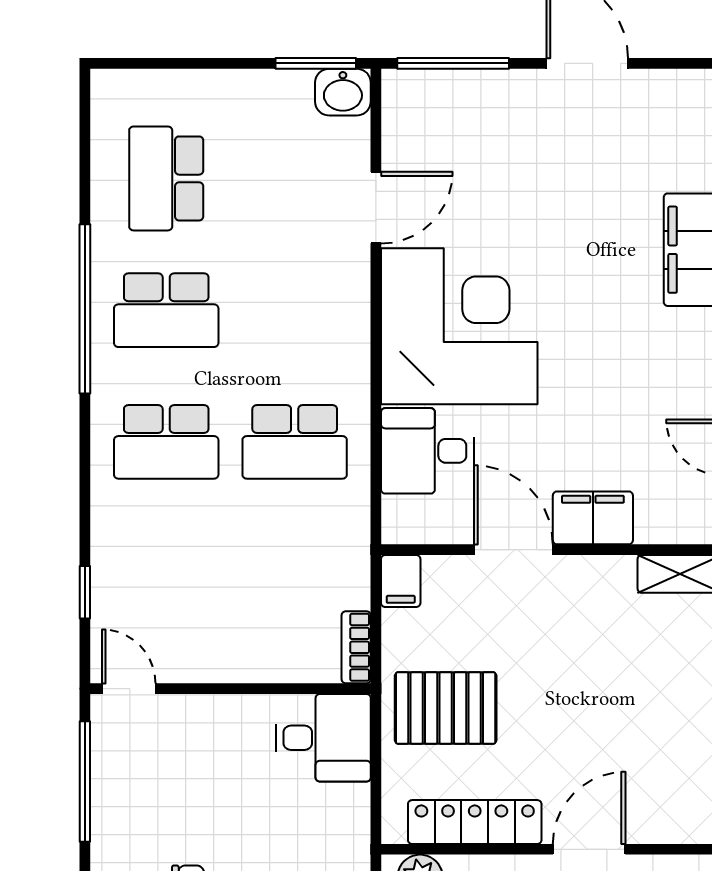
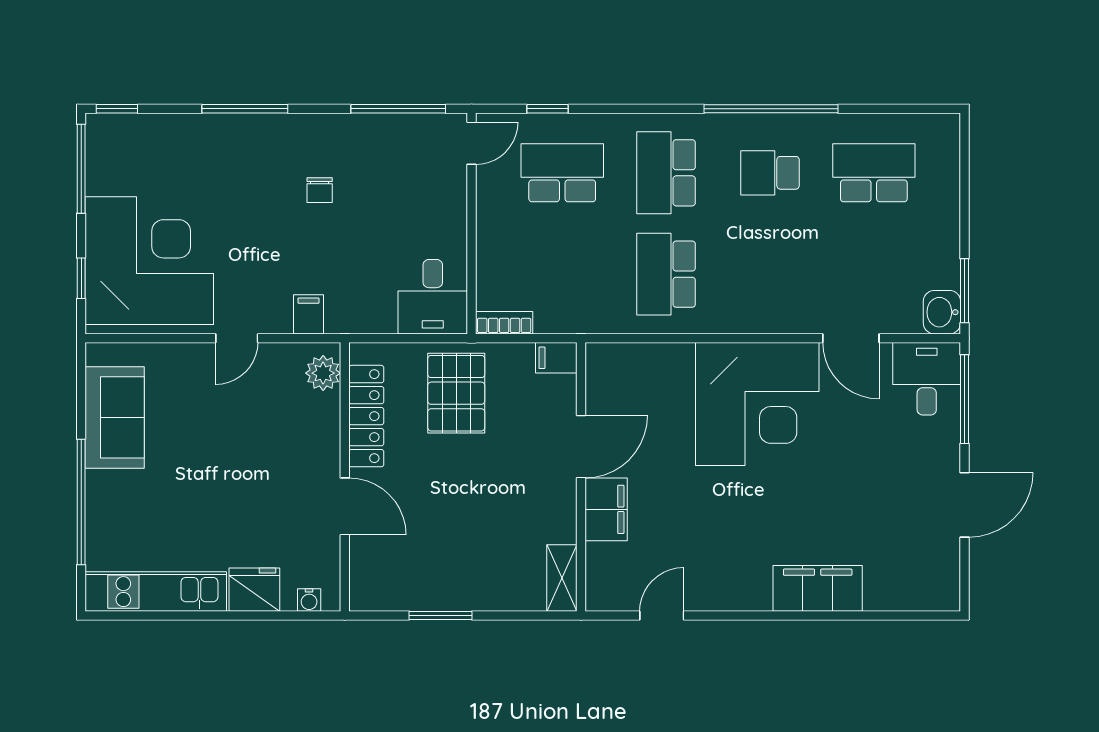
school desk: (166, 310) -> (770, 173), width x0.54
desk: (427, 451) -> (927, 379), moved
school desk: (166, 574) -> (562, 173), added

